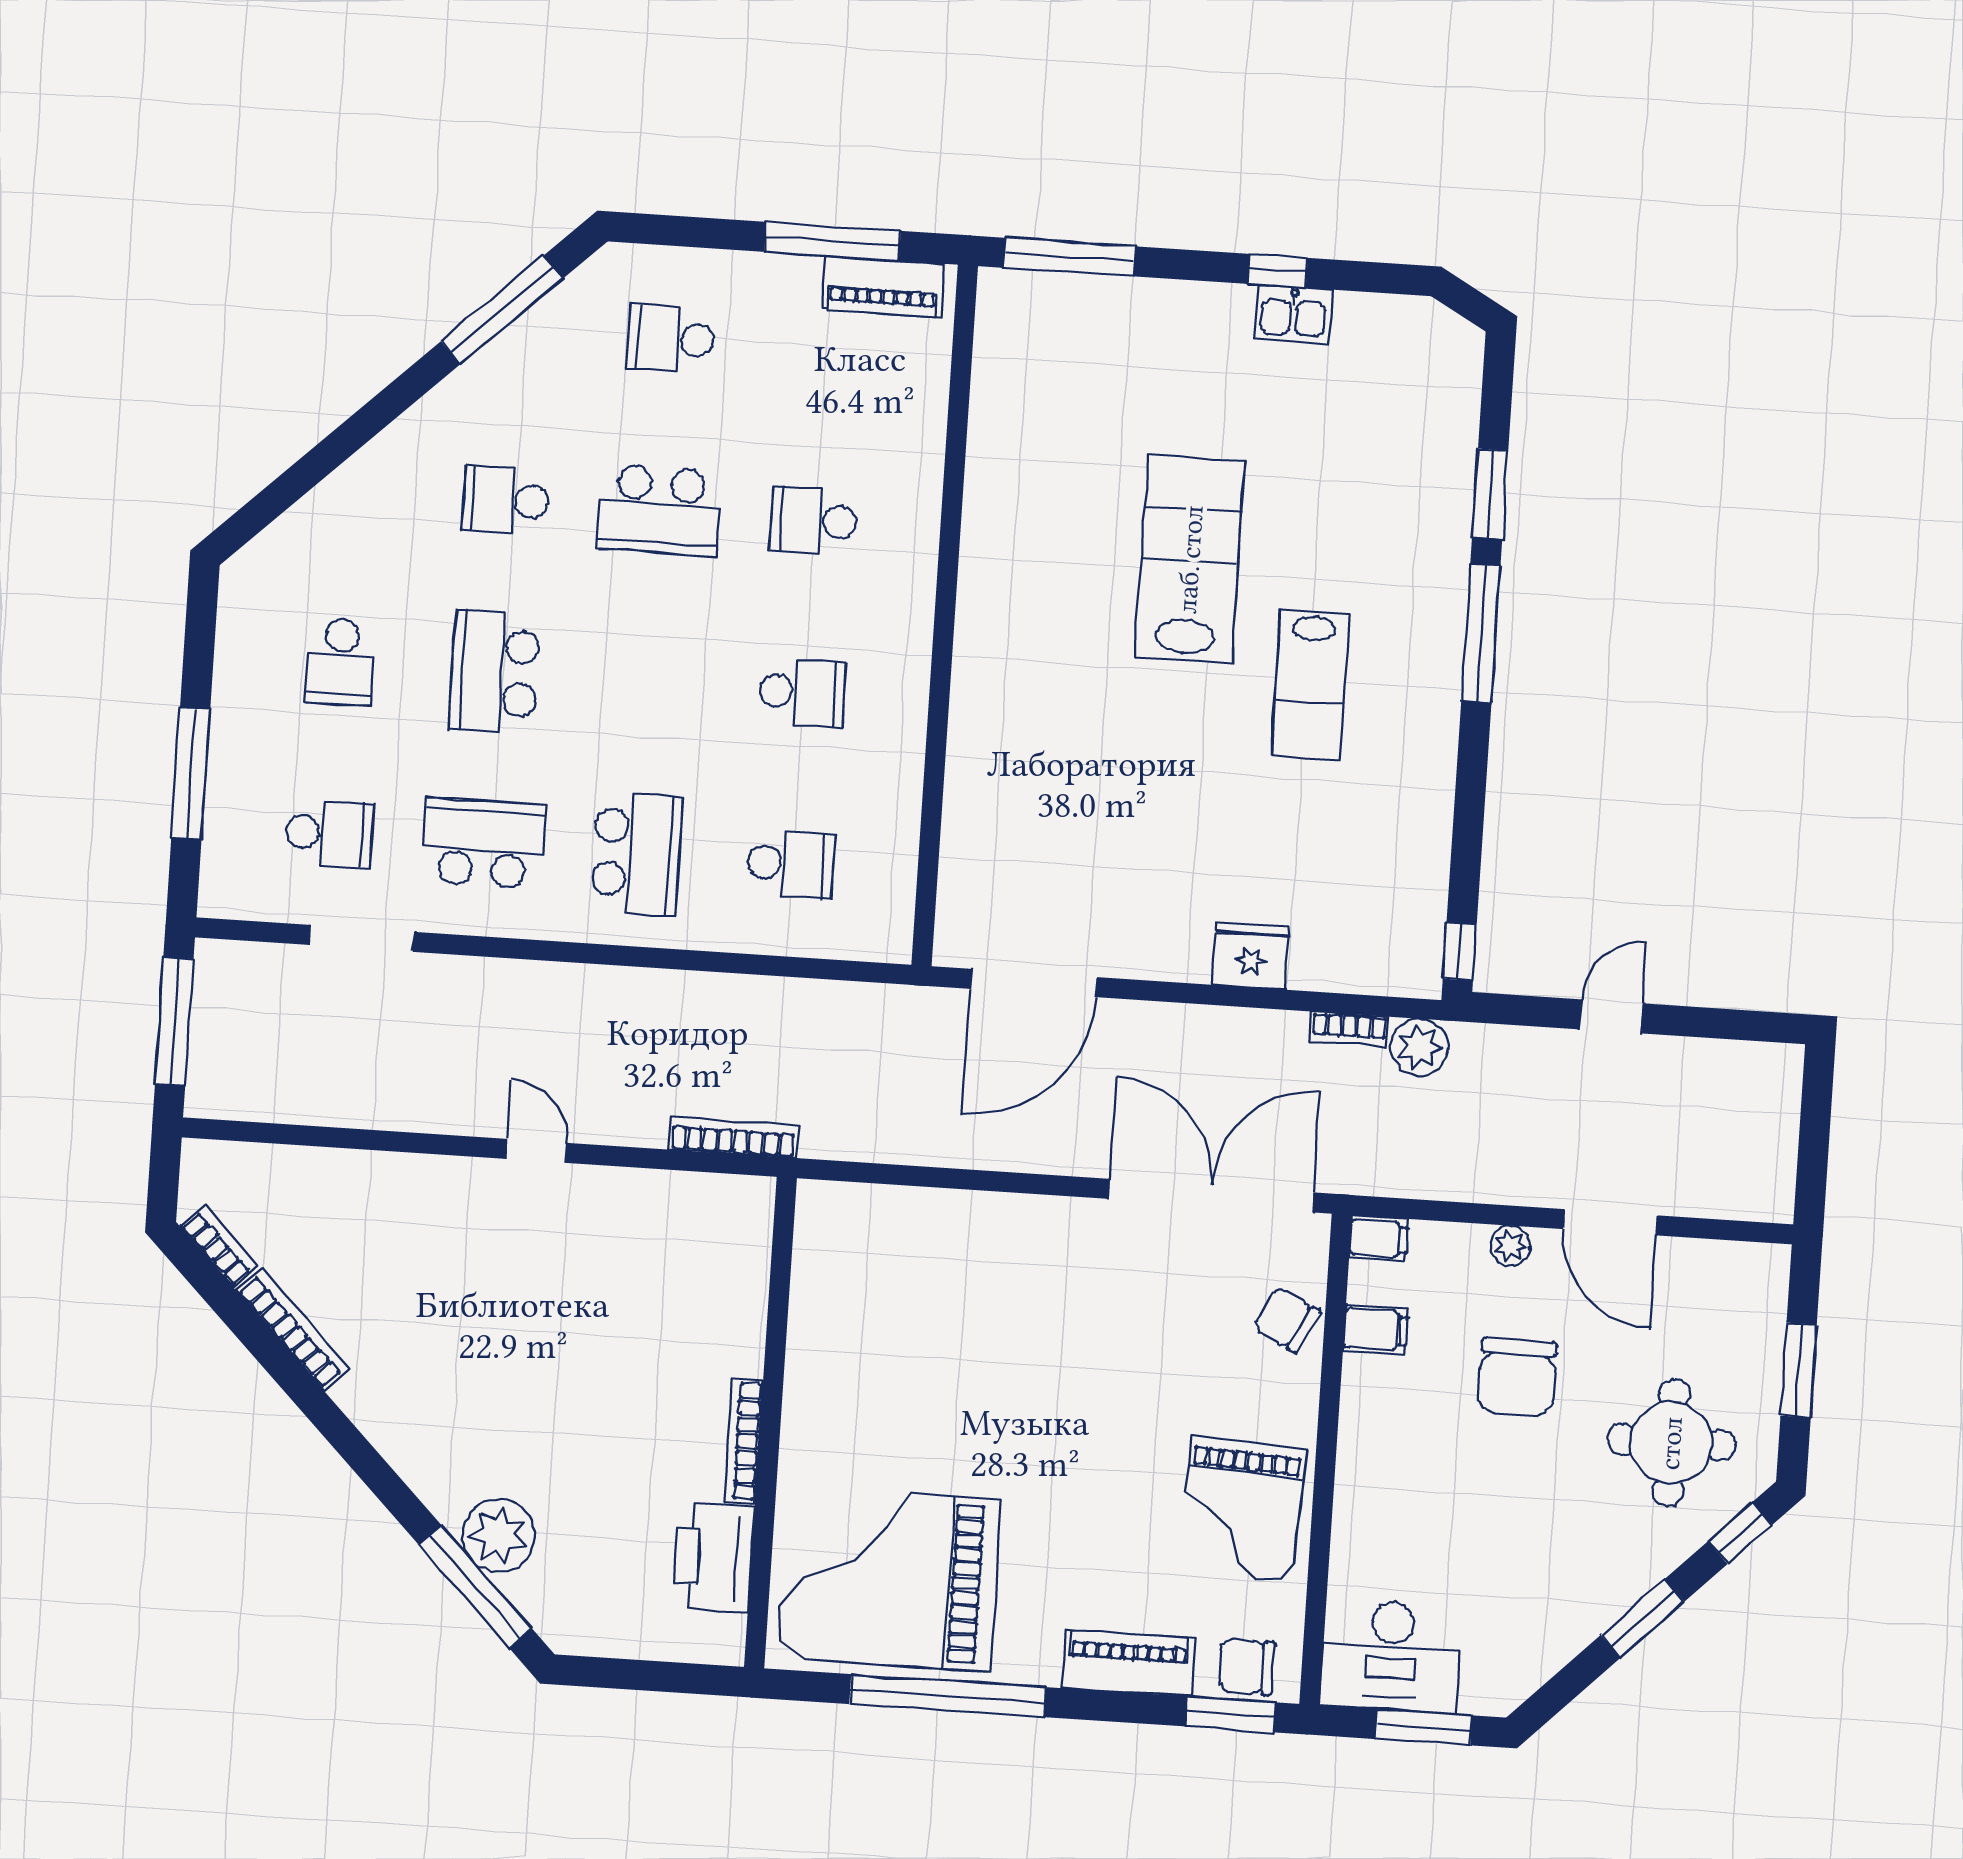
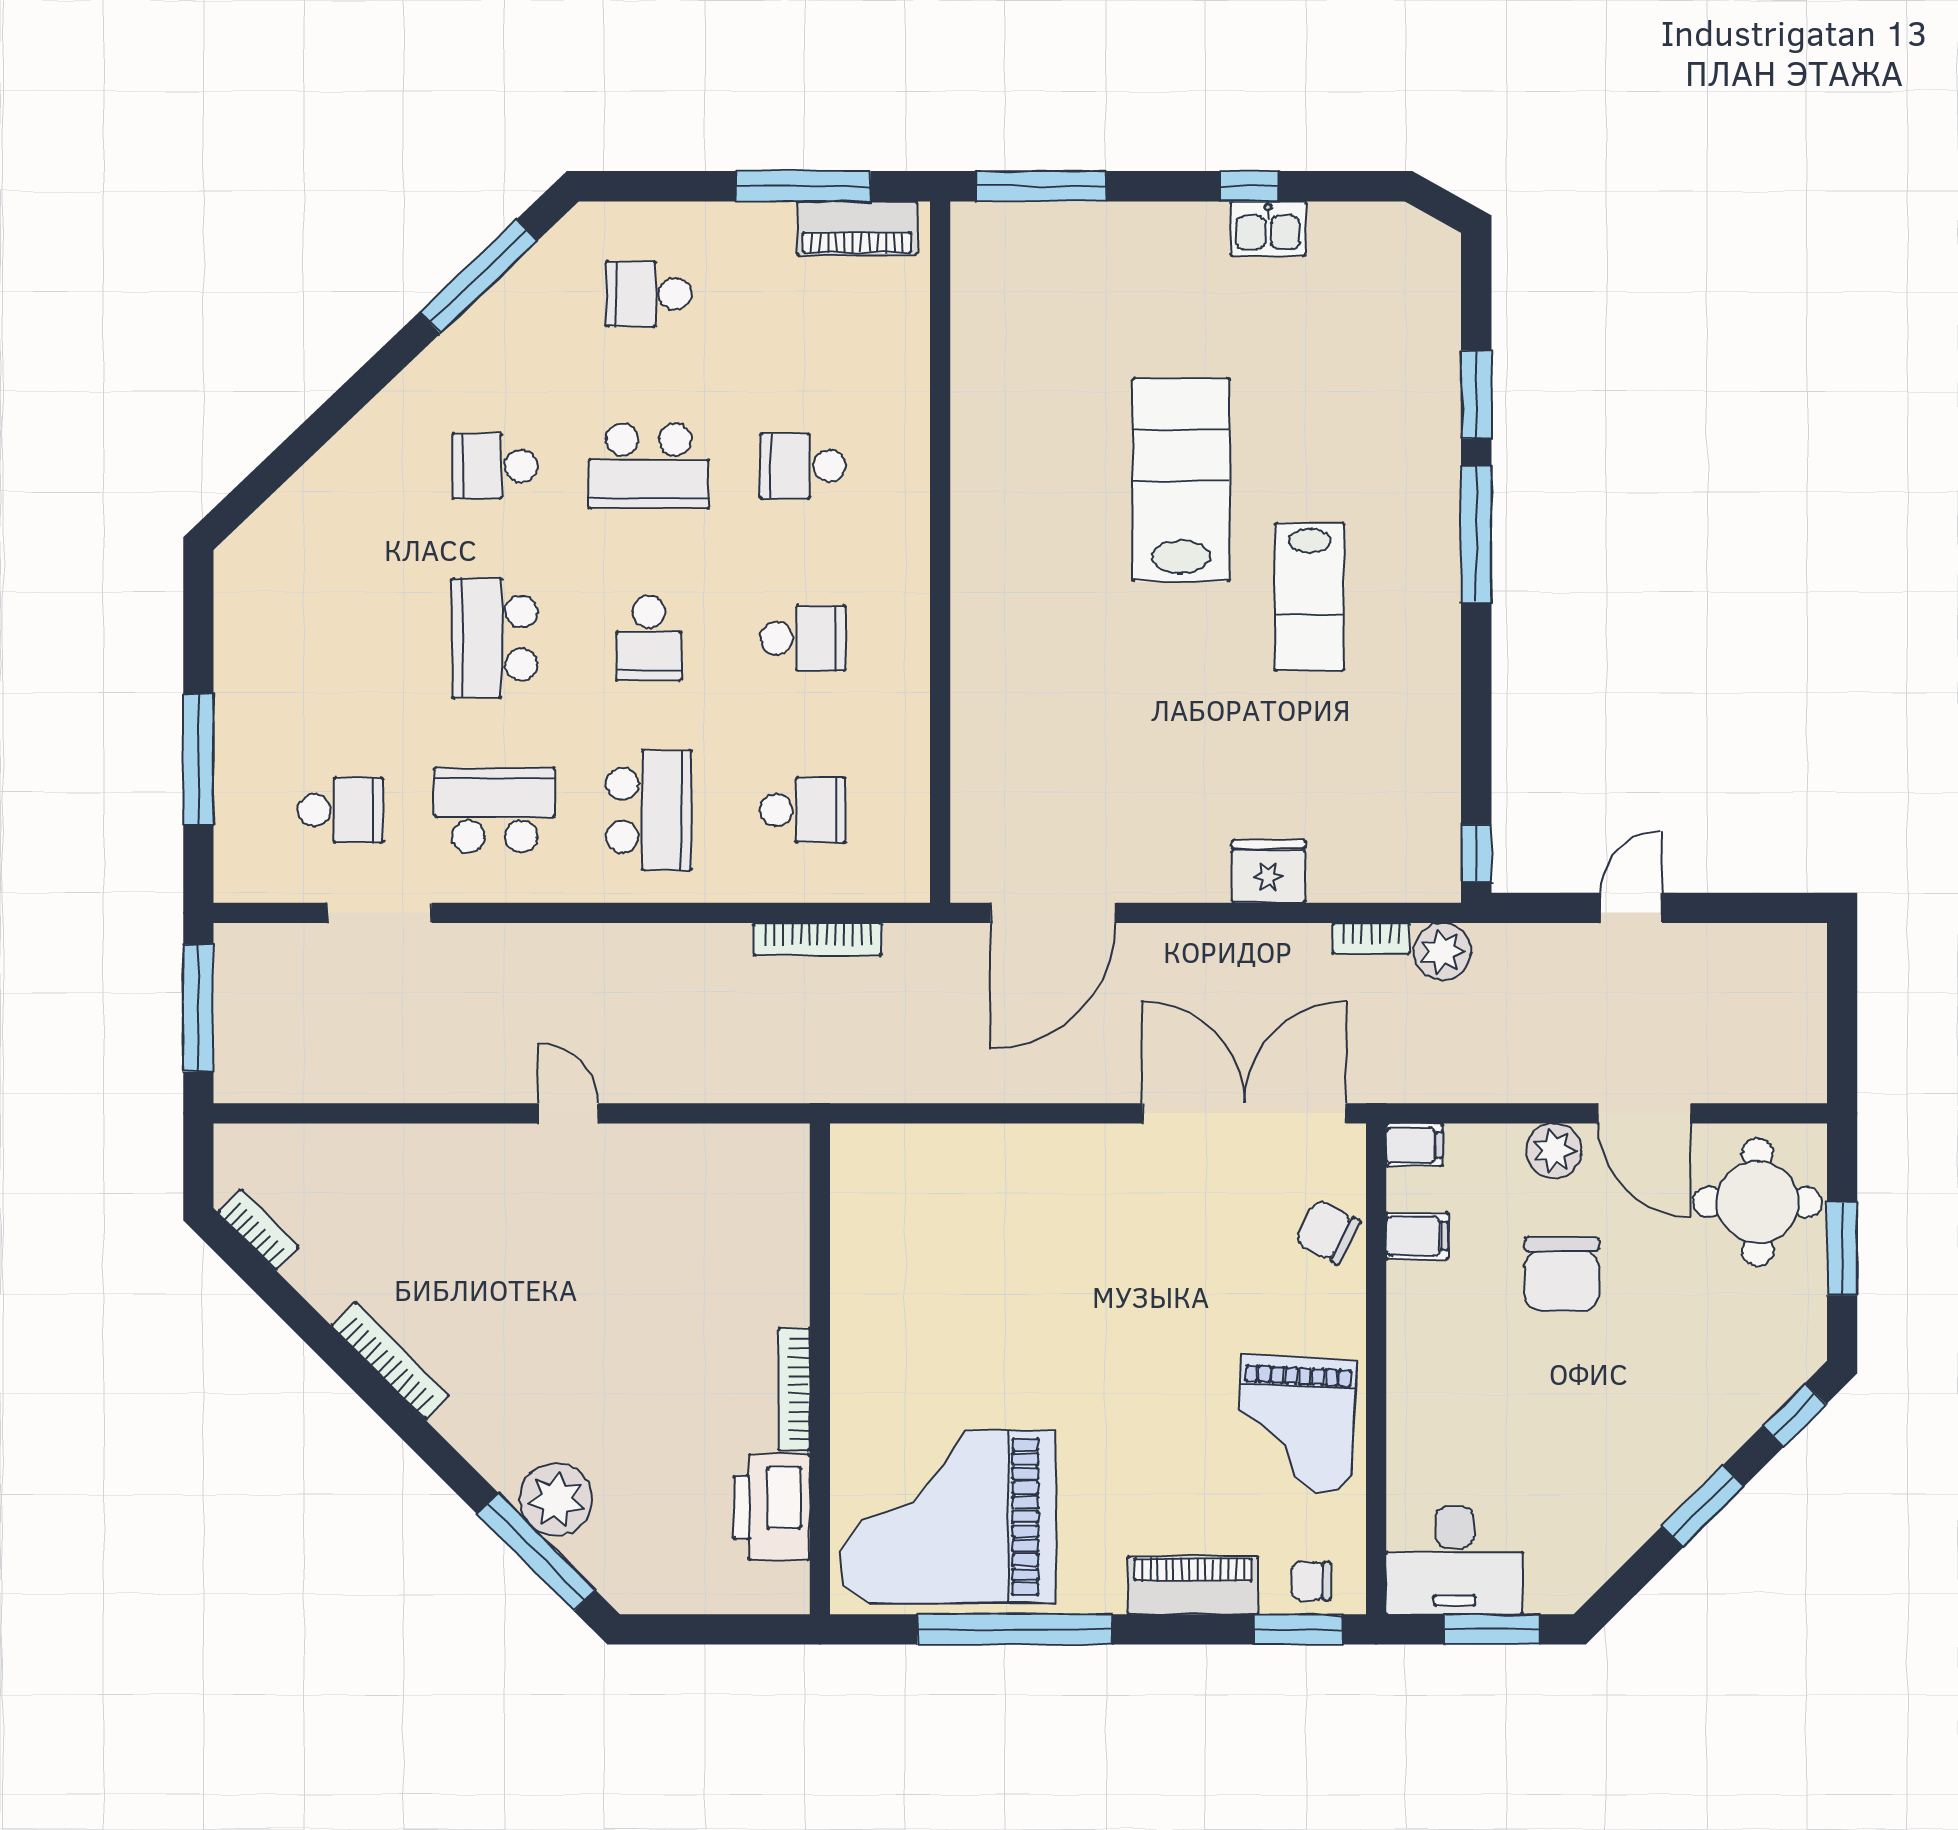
school desk: (341, 662) -> (649, 638), moved
bookcase: (733, 1138) -> (818, 939), moved, turned 180
plant: (1510, 1246) -> (1554, 1151), width x1.38, depth x1.38
bookcase: (293, 1330) -> (390, 1361), moved
round table: (1671, 1443) -> (1758, 1202), moved
chair: (1247, 1667) -> (1311, 1581), width x0.73, depth x0.73

